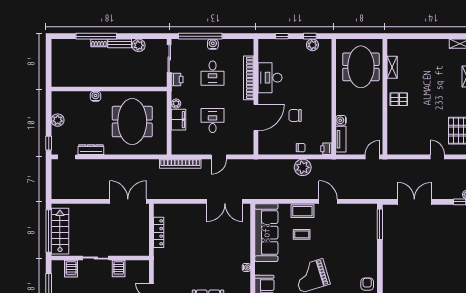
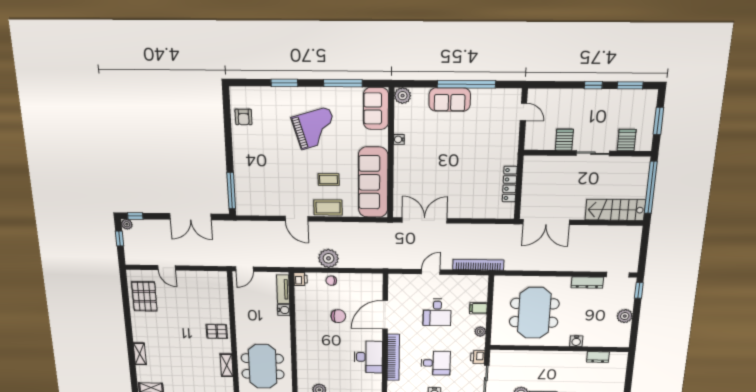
desk: (213, 73) -> (436, 363), turned 90
dresser: (76, 82) -> (598, 357), added
filing cabinet: (178, 120) -> (478, 308), width x0.50
stairs: (60, 231) -> (615, 210), moved, turned 90

